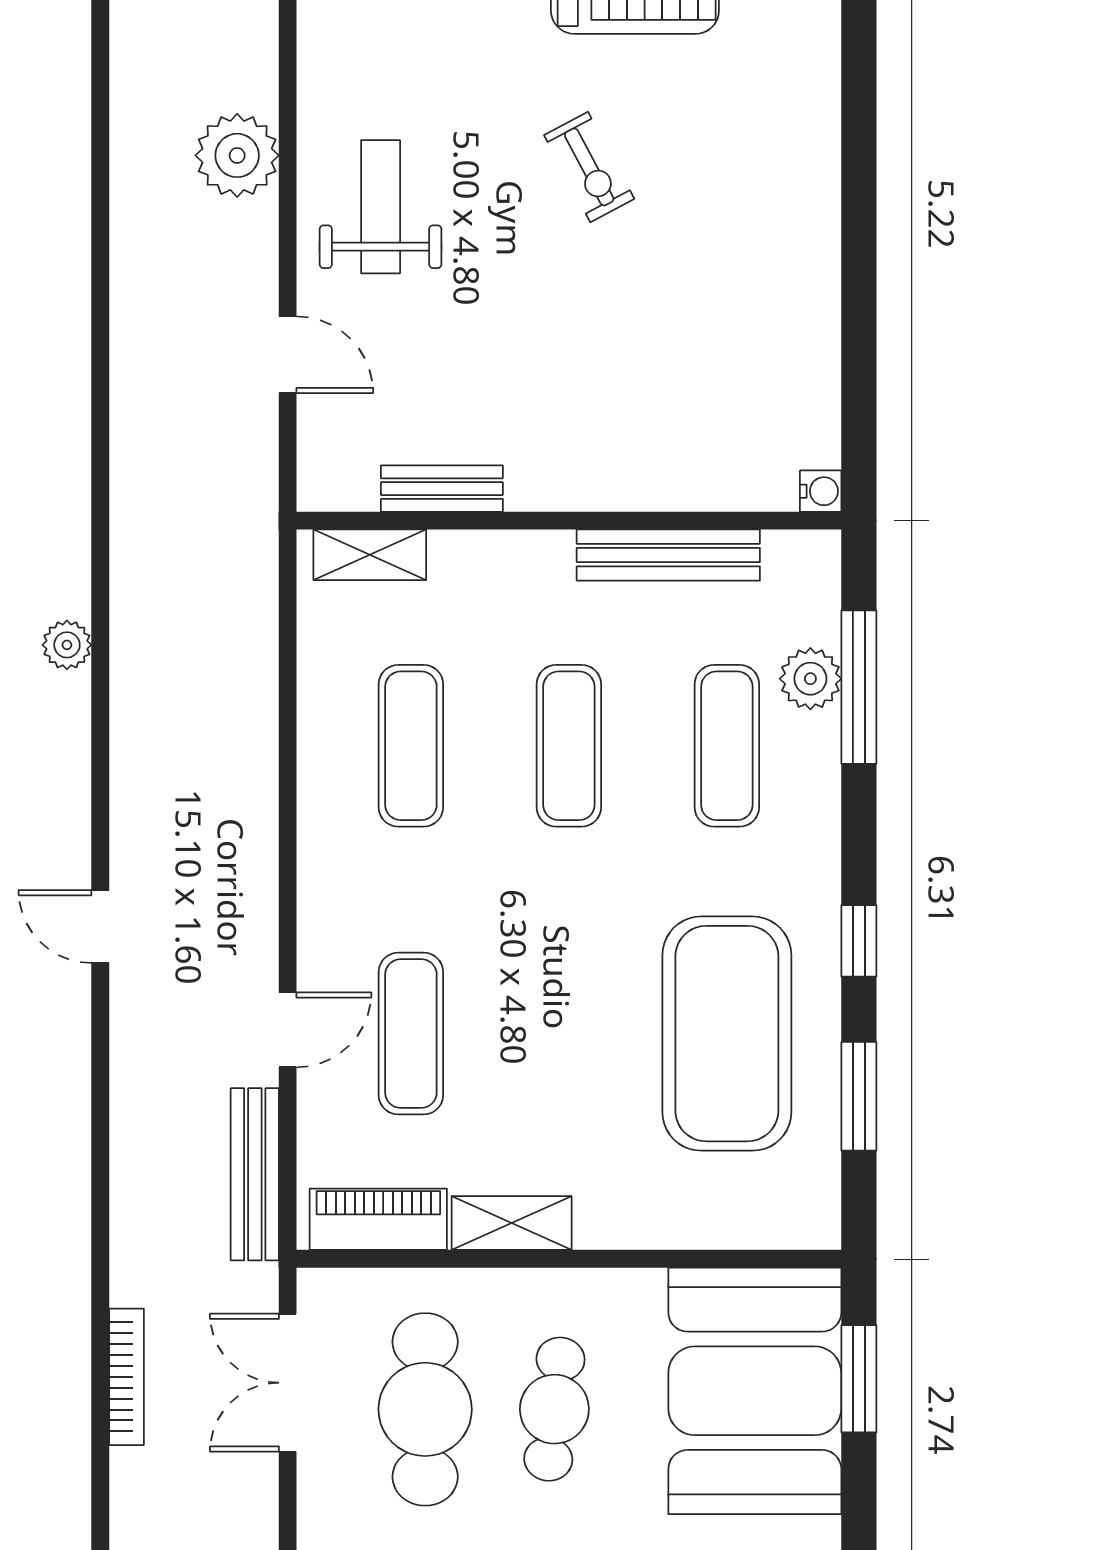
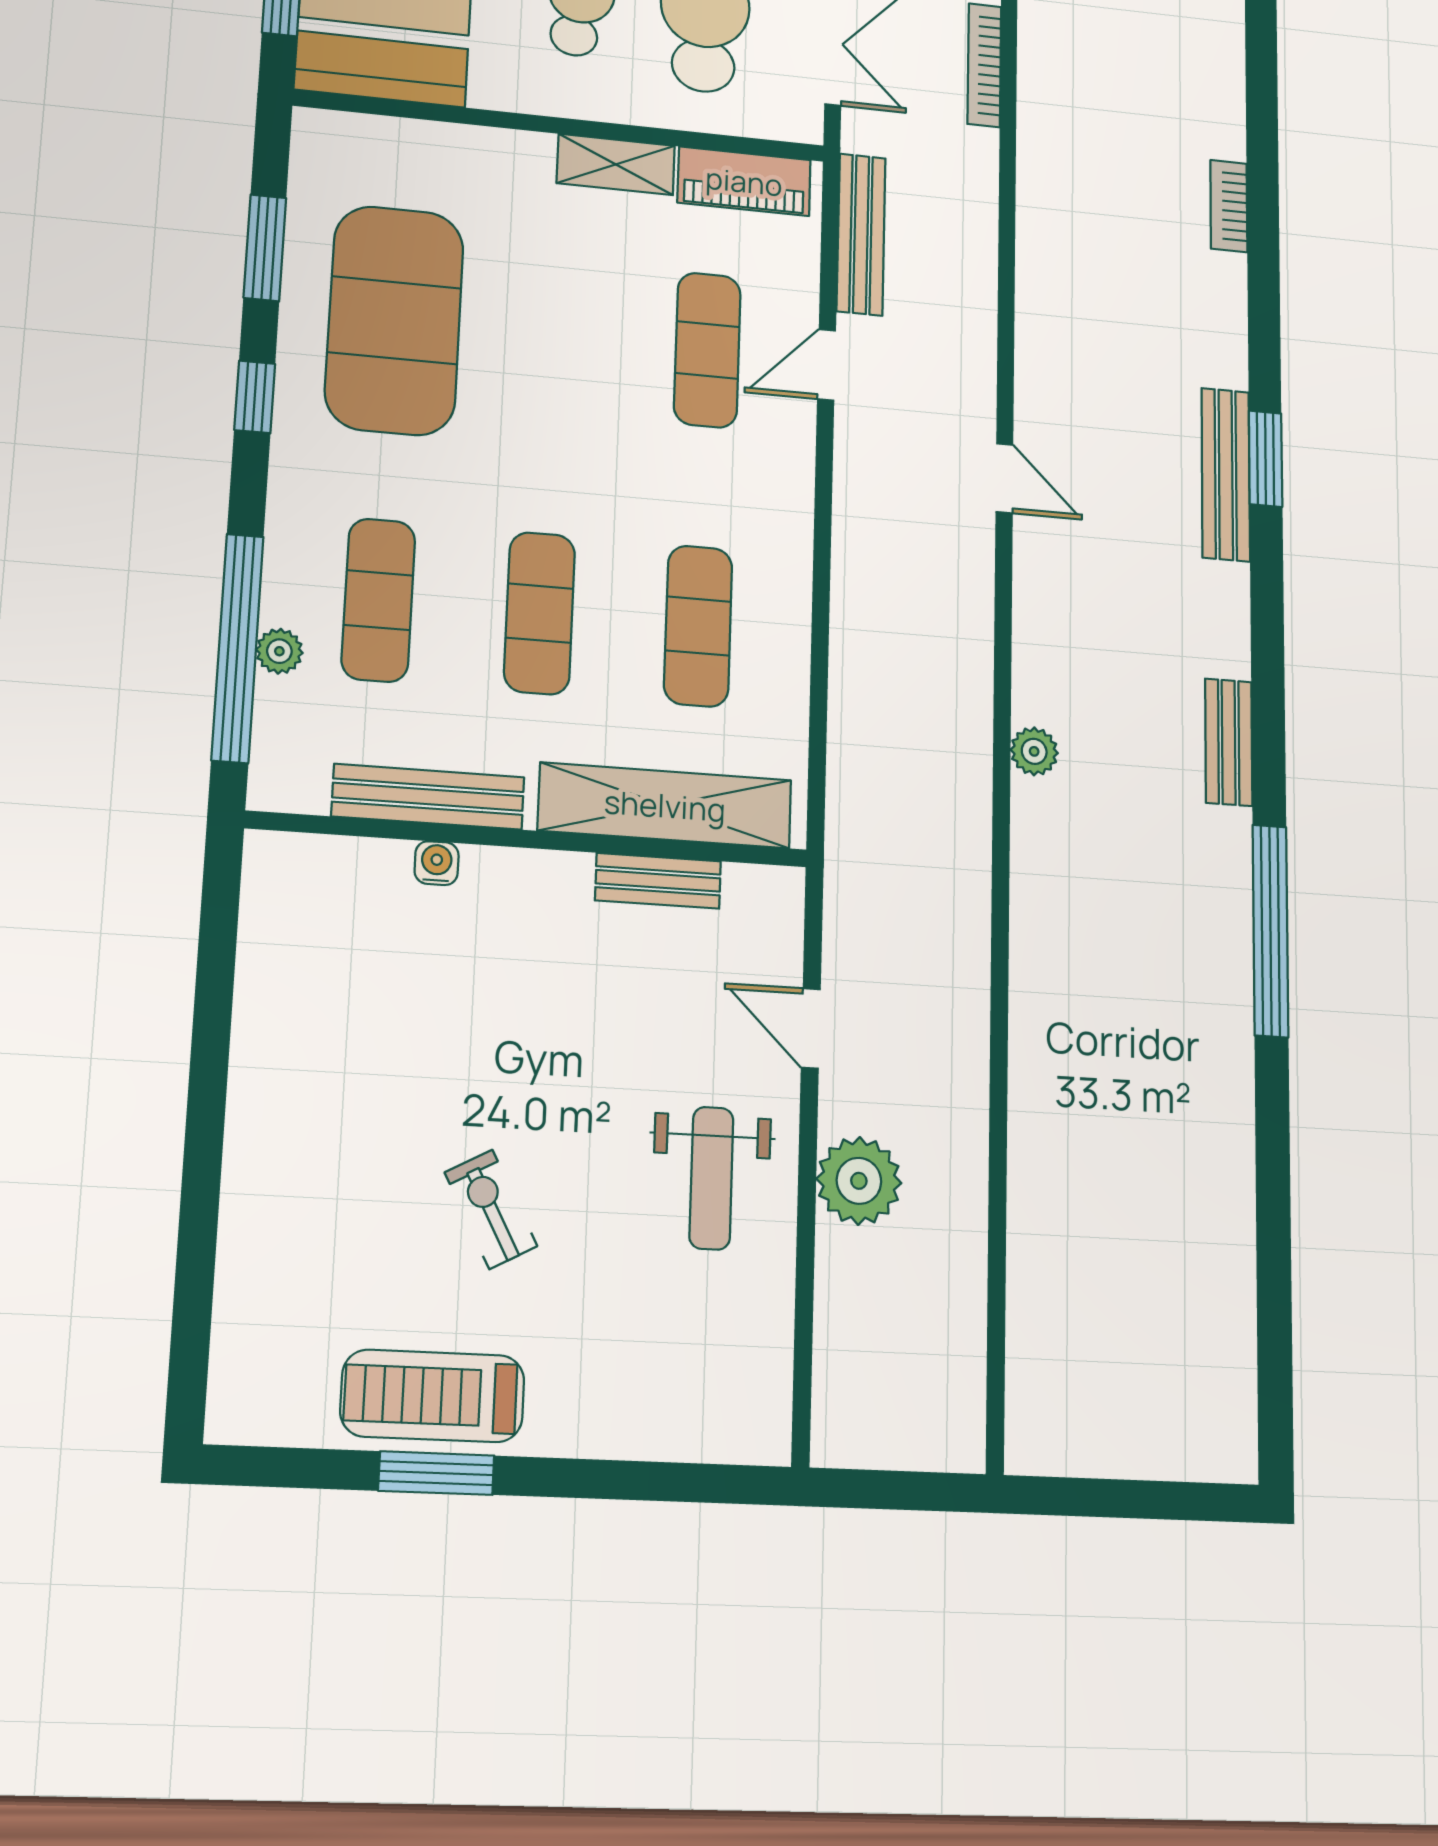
plant: (237, 155) -> (859, 1181), moved
water cooler: (821, 491) -> (437, 863), moved, turned 90
shelving: (370, 555) -> (665, 805), width x2.20, depth x1.33
plant: (810, 679) -> (279, 651), width x0.73, depth x0.73
window: (859, 687) -> (238, 648), width x1.46

